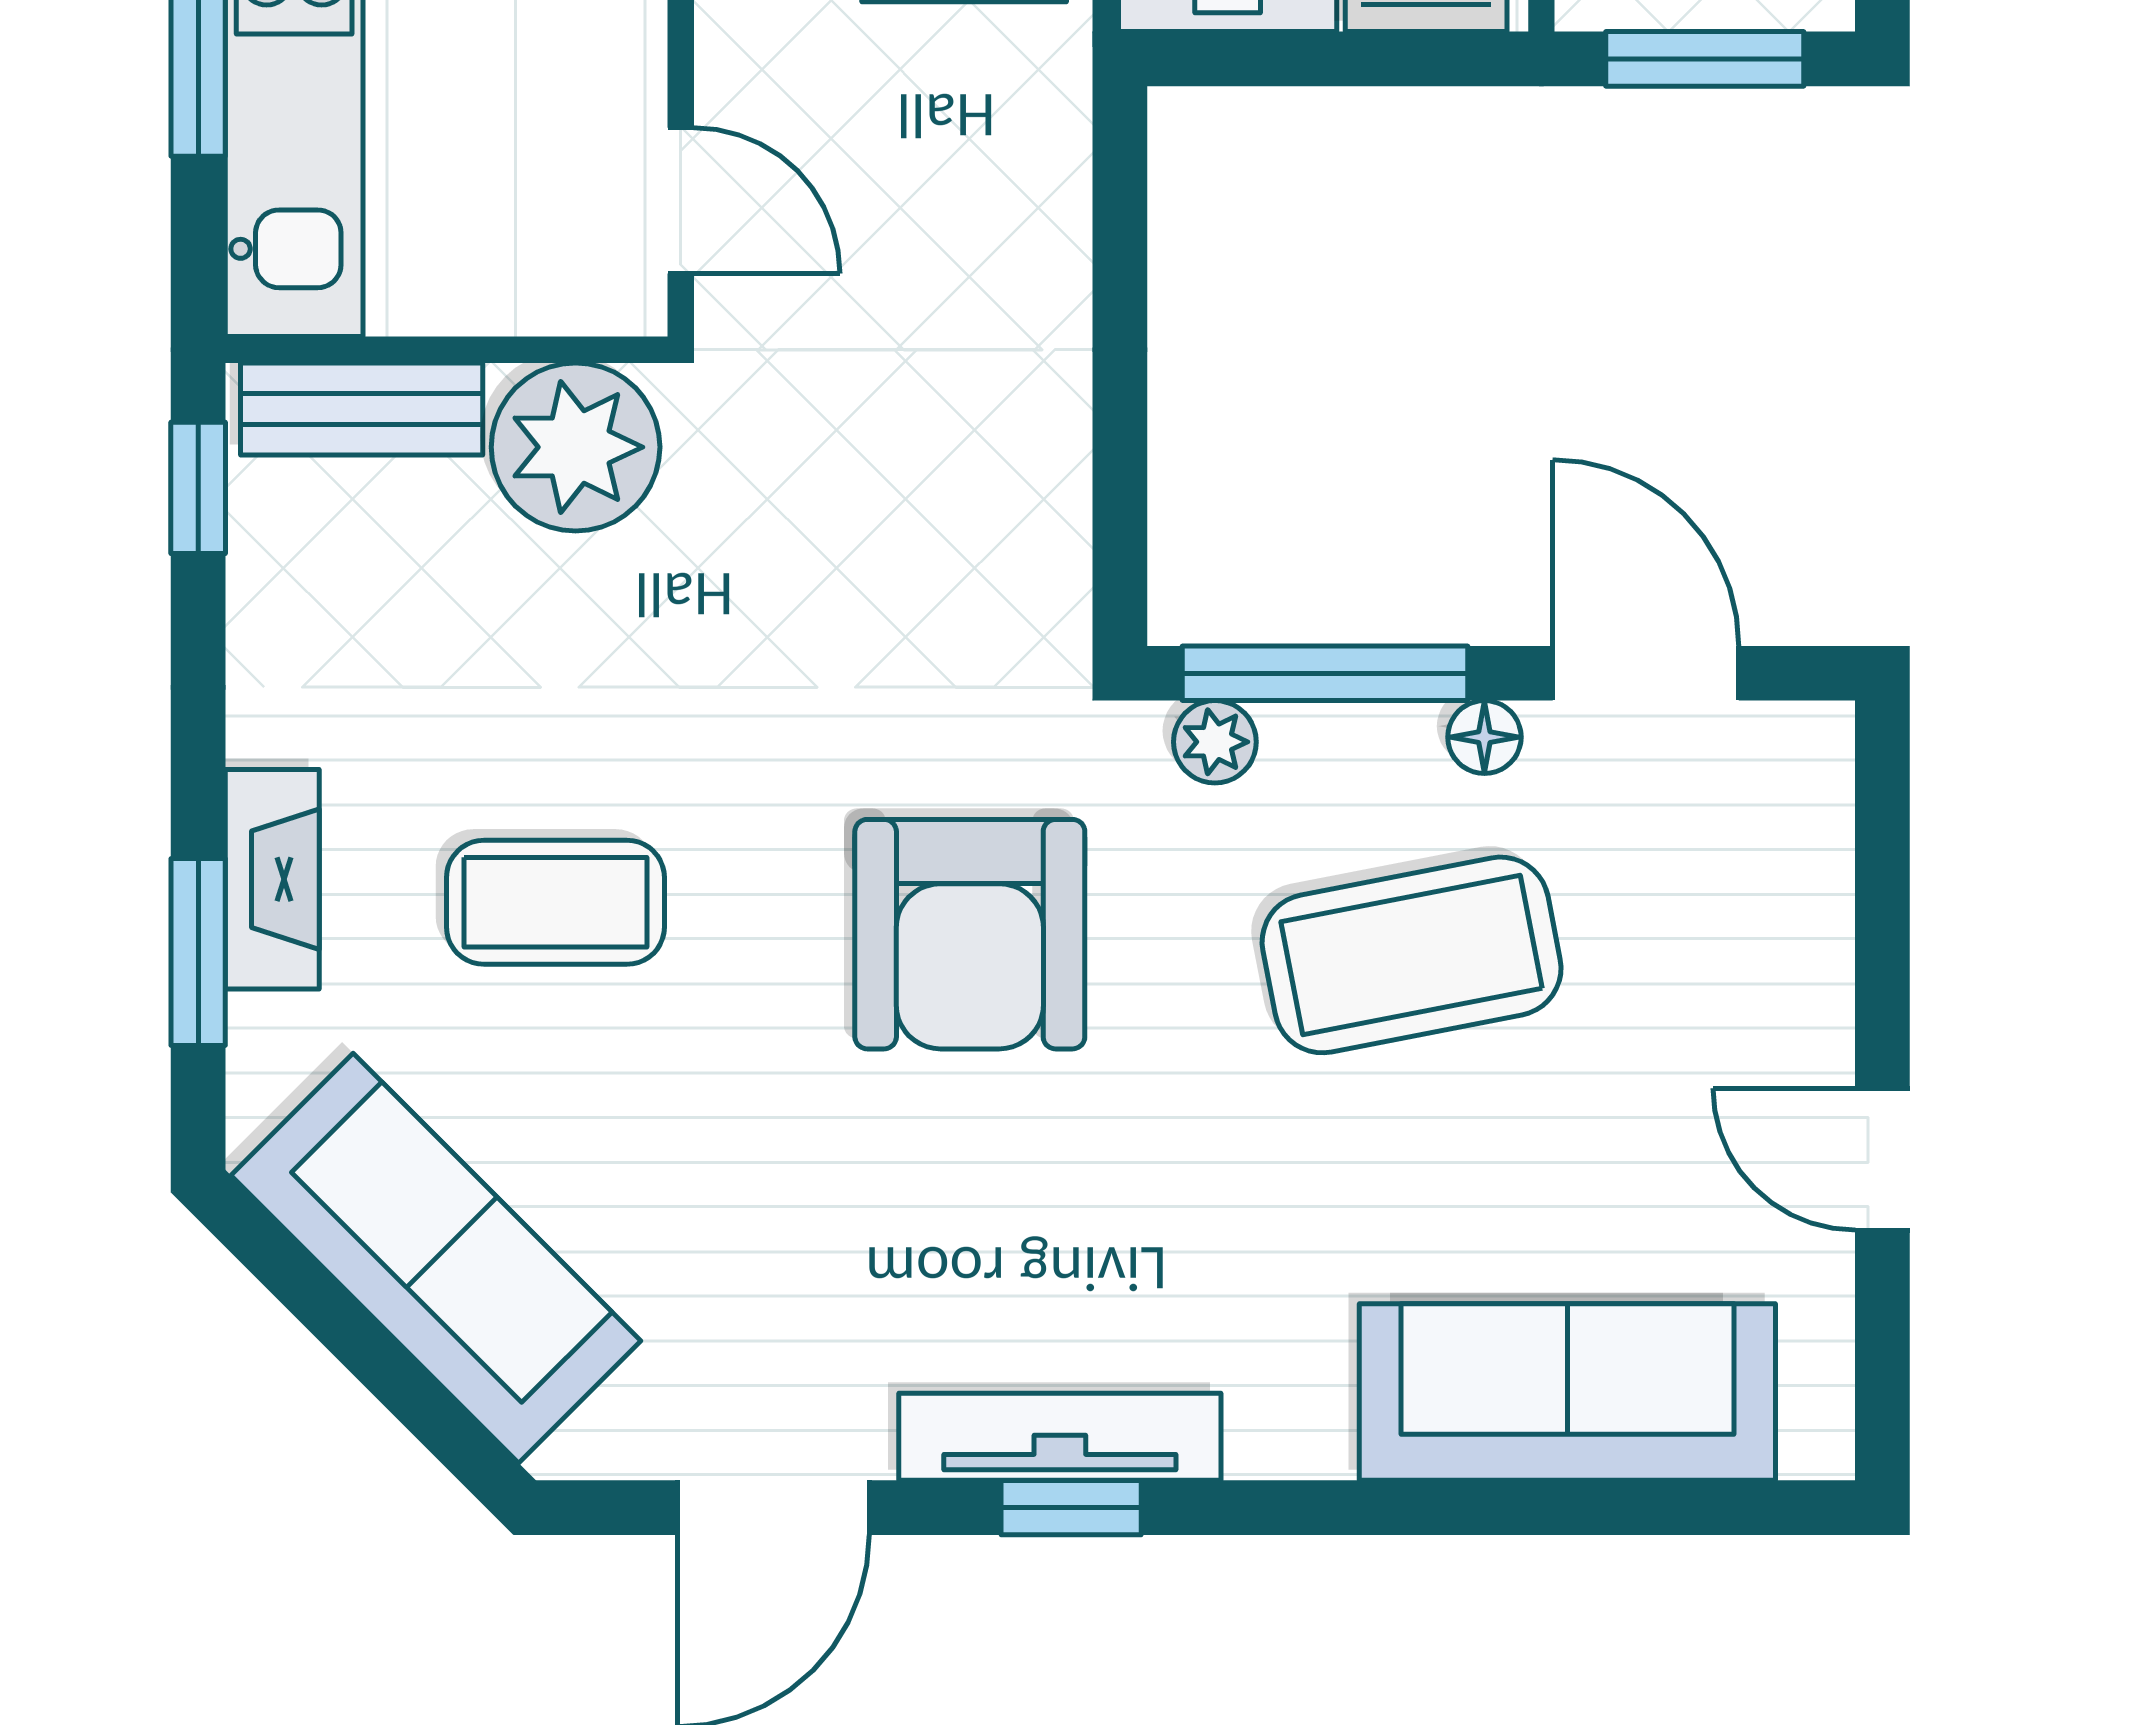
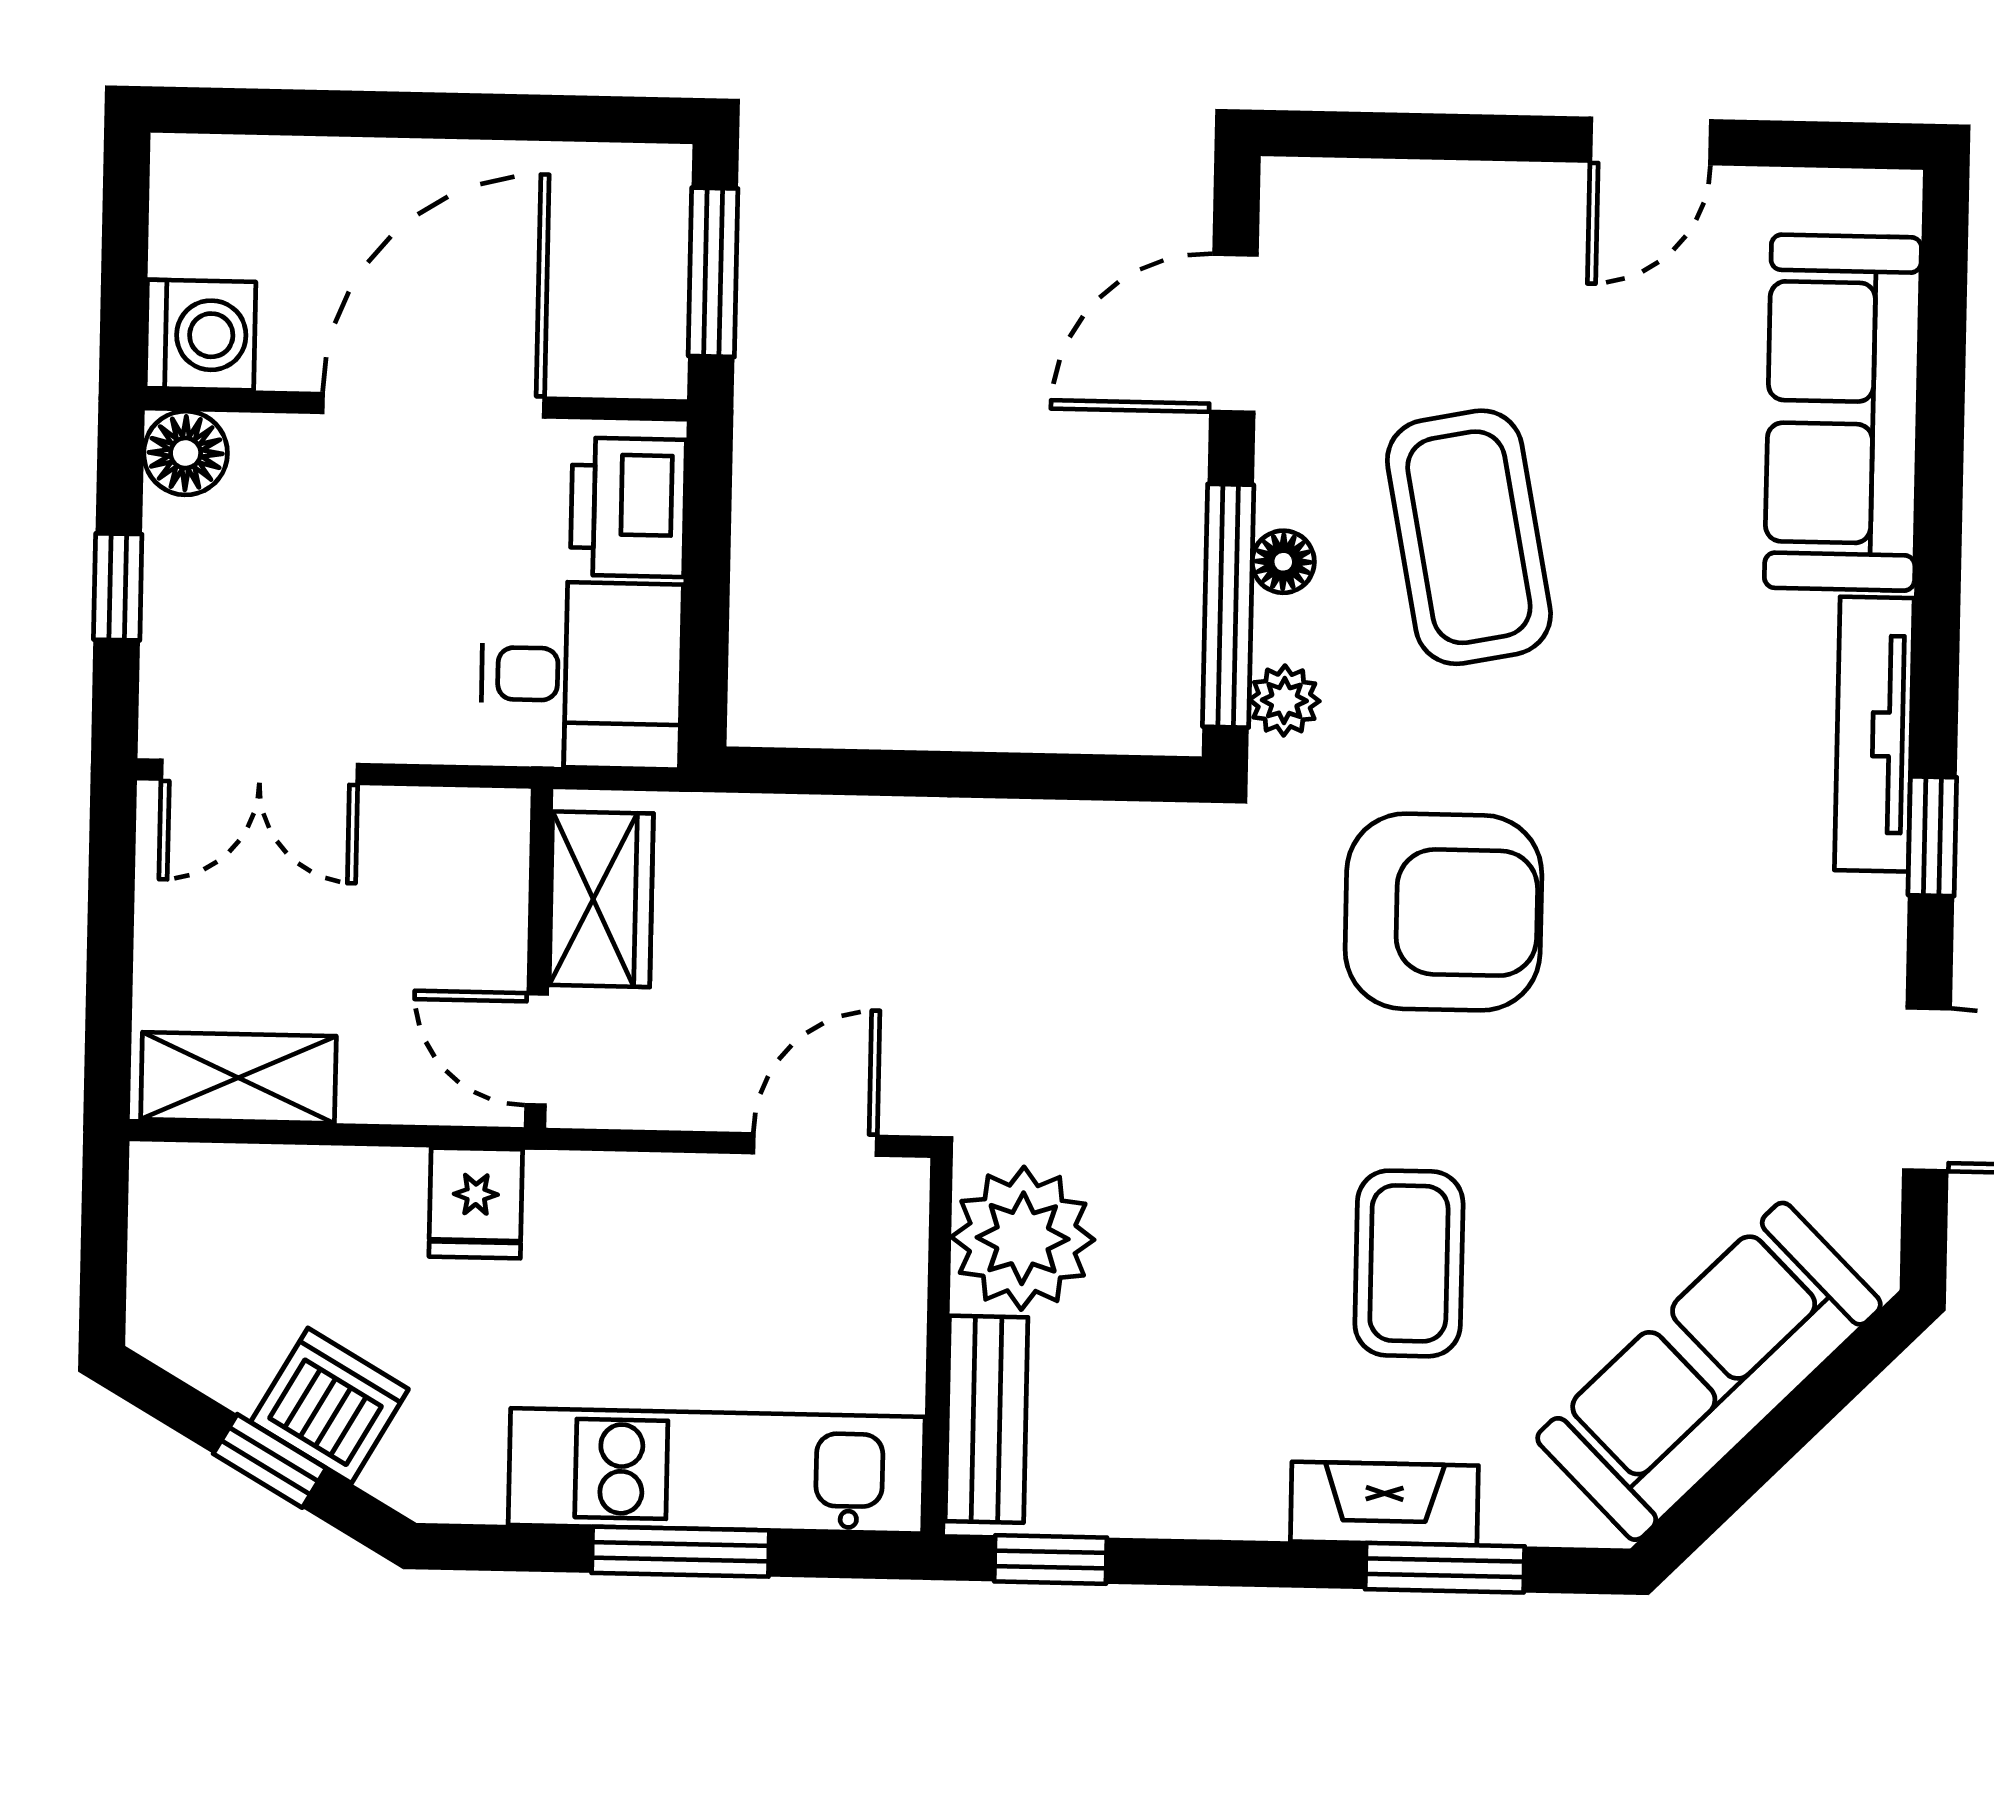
floor lamp: (1484, 737) -> (1283, 562), moved
tv unit: (1060, 1437) -> (1874, 734), moved

